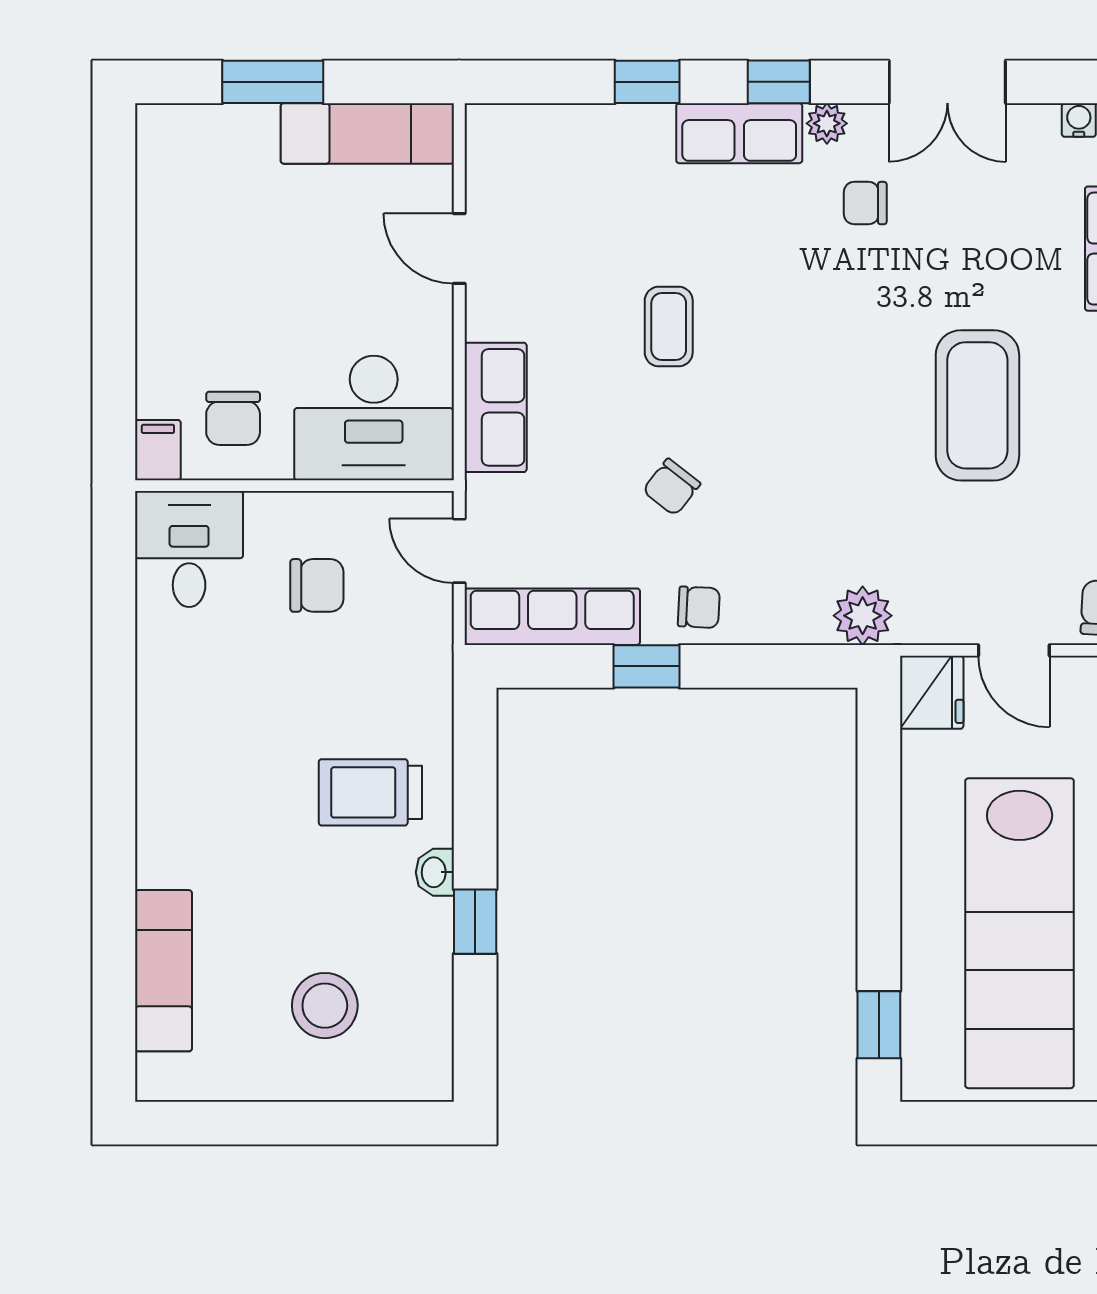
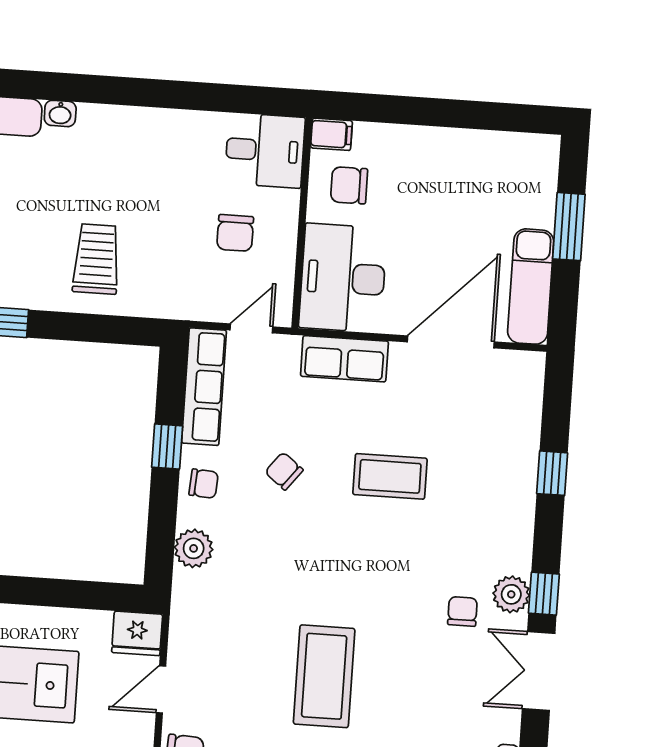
window: (779, 82) -> (544, 594), moved
plant: (827, 123) -> (511, 594), width x1.38, depth x1.38
row of seats: (739, 133) -> (514, 532), removed
door: (459, 249) -> (451, 342), width x1.88
coffee table: (669, 327) -> (390, 476), width x1.36, depth x1.30
coffee table: (977, 405) -> (324, 676), turned 90
chair: (699, 607) -> (204, 484), turned -89
plant: (863, 616) -> (194, 548), moved
washbasin: (435, 872) -> (60, 113), moved, turned 180

